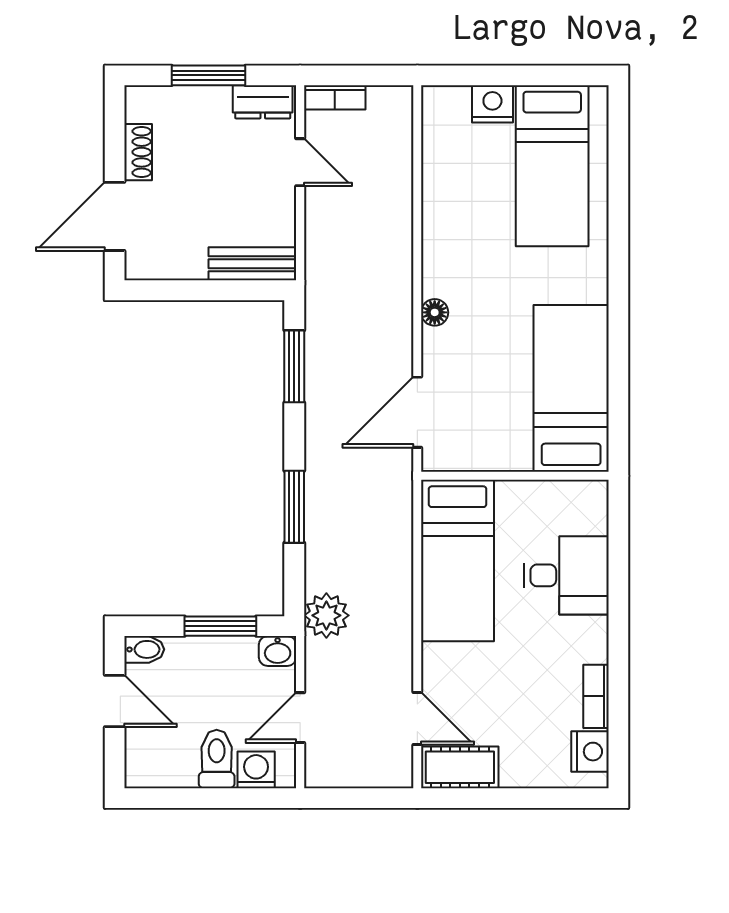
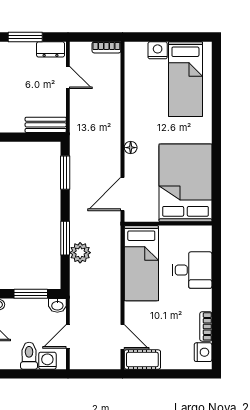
bookcase: (335, 97) -> (106, 47), moved
bed: (571, 388) -> (185, 183), width x1.50
plant: (326, 615) -> (80, 253), moved

